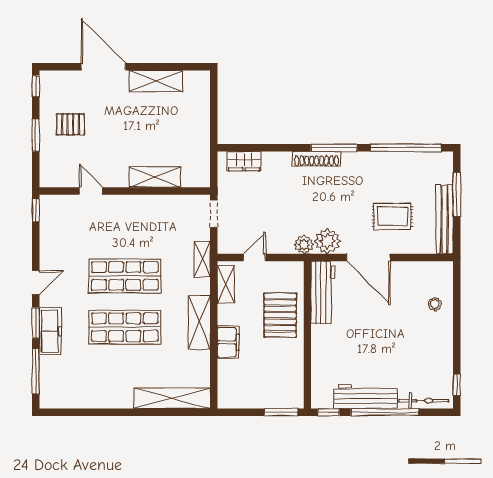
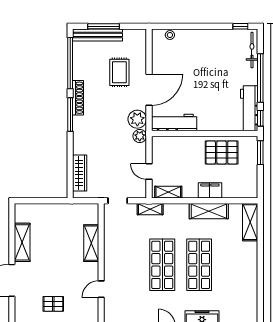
pallet: (70, 124) -> (53, 304), turned 90
shoe rack: (317, 159) -> (78, 98), moved
wardrobe: (244, 161) -> (80, 173), width x1.50
bench: (445, 219) -> (98, 35), moved
stool: (435, 304) -> (170, 35), moved
pallet: (280, 315) -> (222, 152), moved
shelving: (199, 323) -> (209, 211), moved
workbench: (366, 397) -> (249, 108), moved
shelving: (172, 398) -> (250, 222), width x0.68

